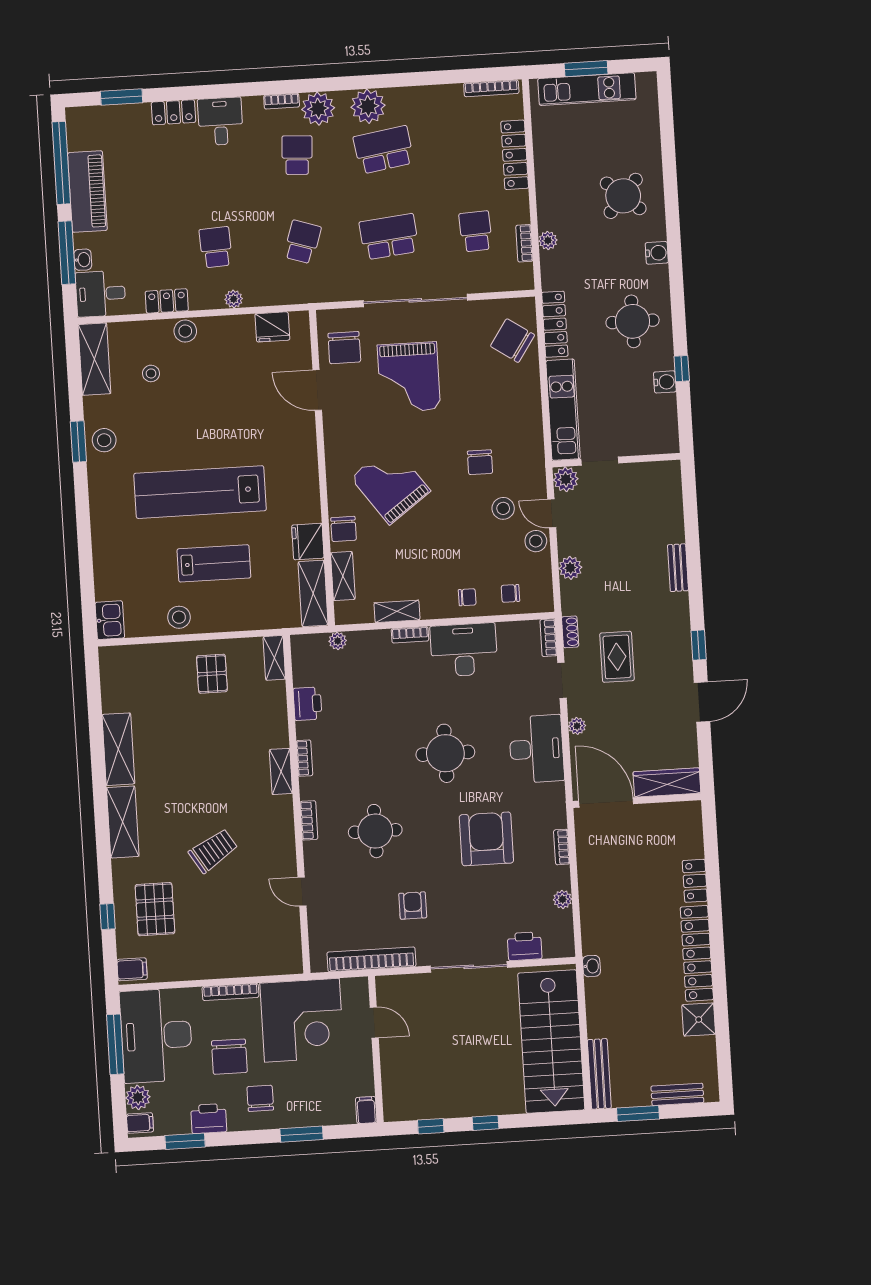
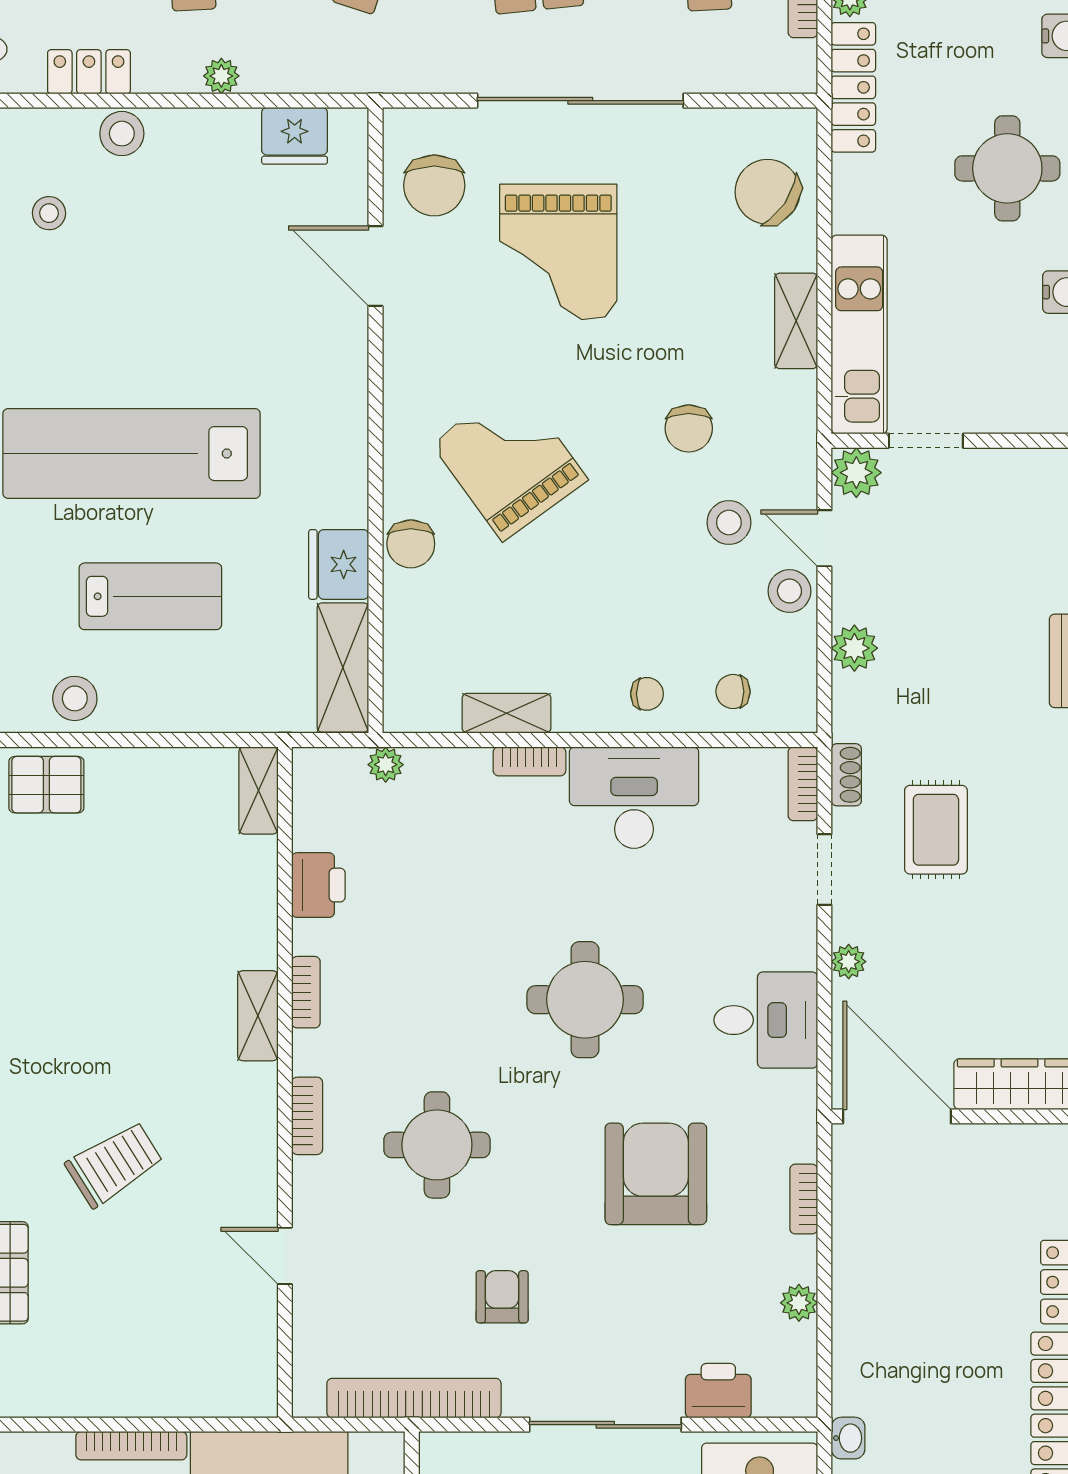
locker: (555, 324) -> (853, 87), moved
shelving: (343, 576) -> (796, 321), moved
pallet: (212, 674) -> (46, 785), moved, turned 90
desk: (537, 749) -> (766, 1020), width x0.73

